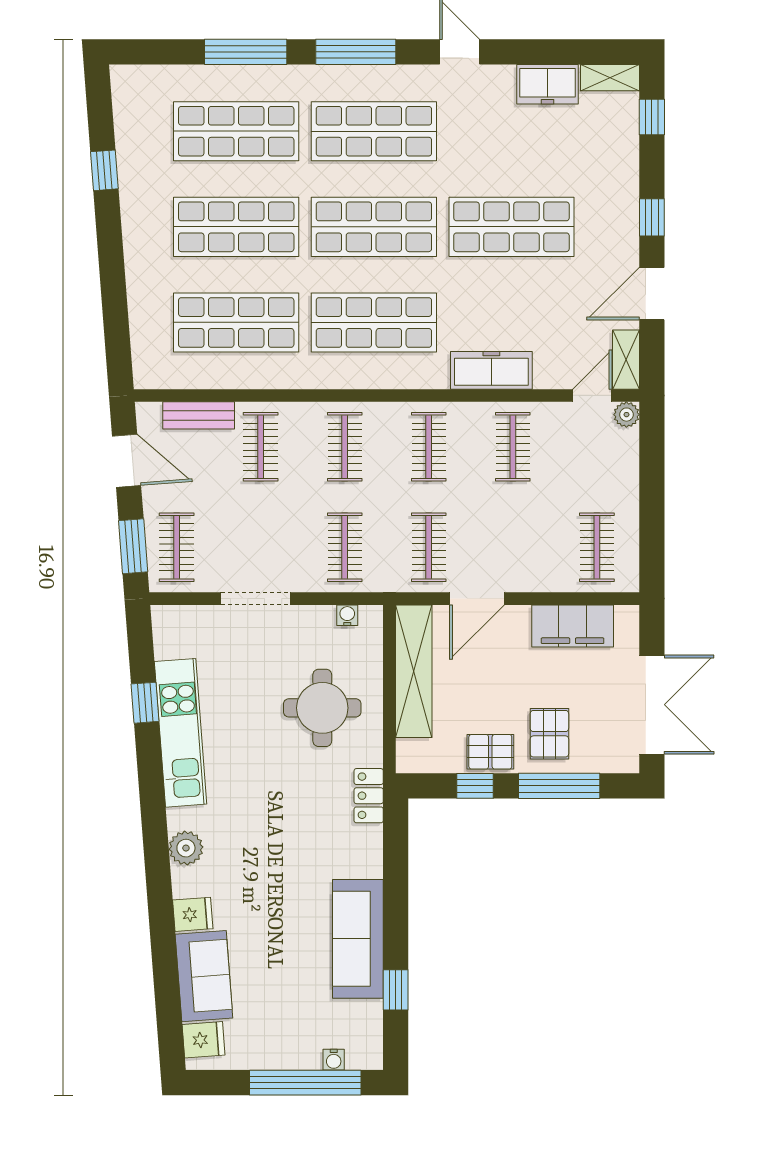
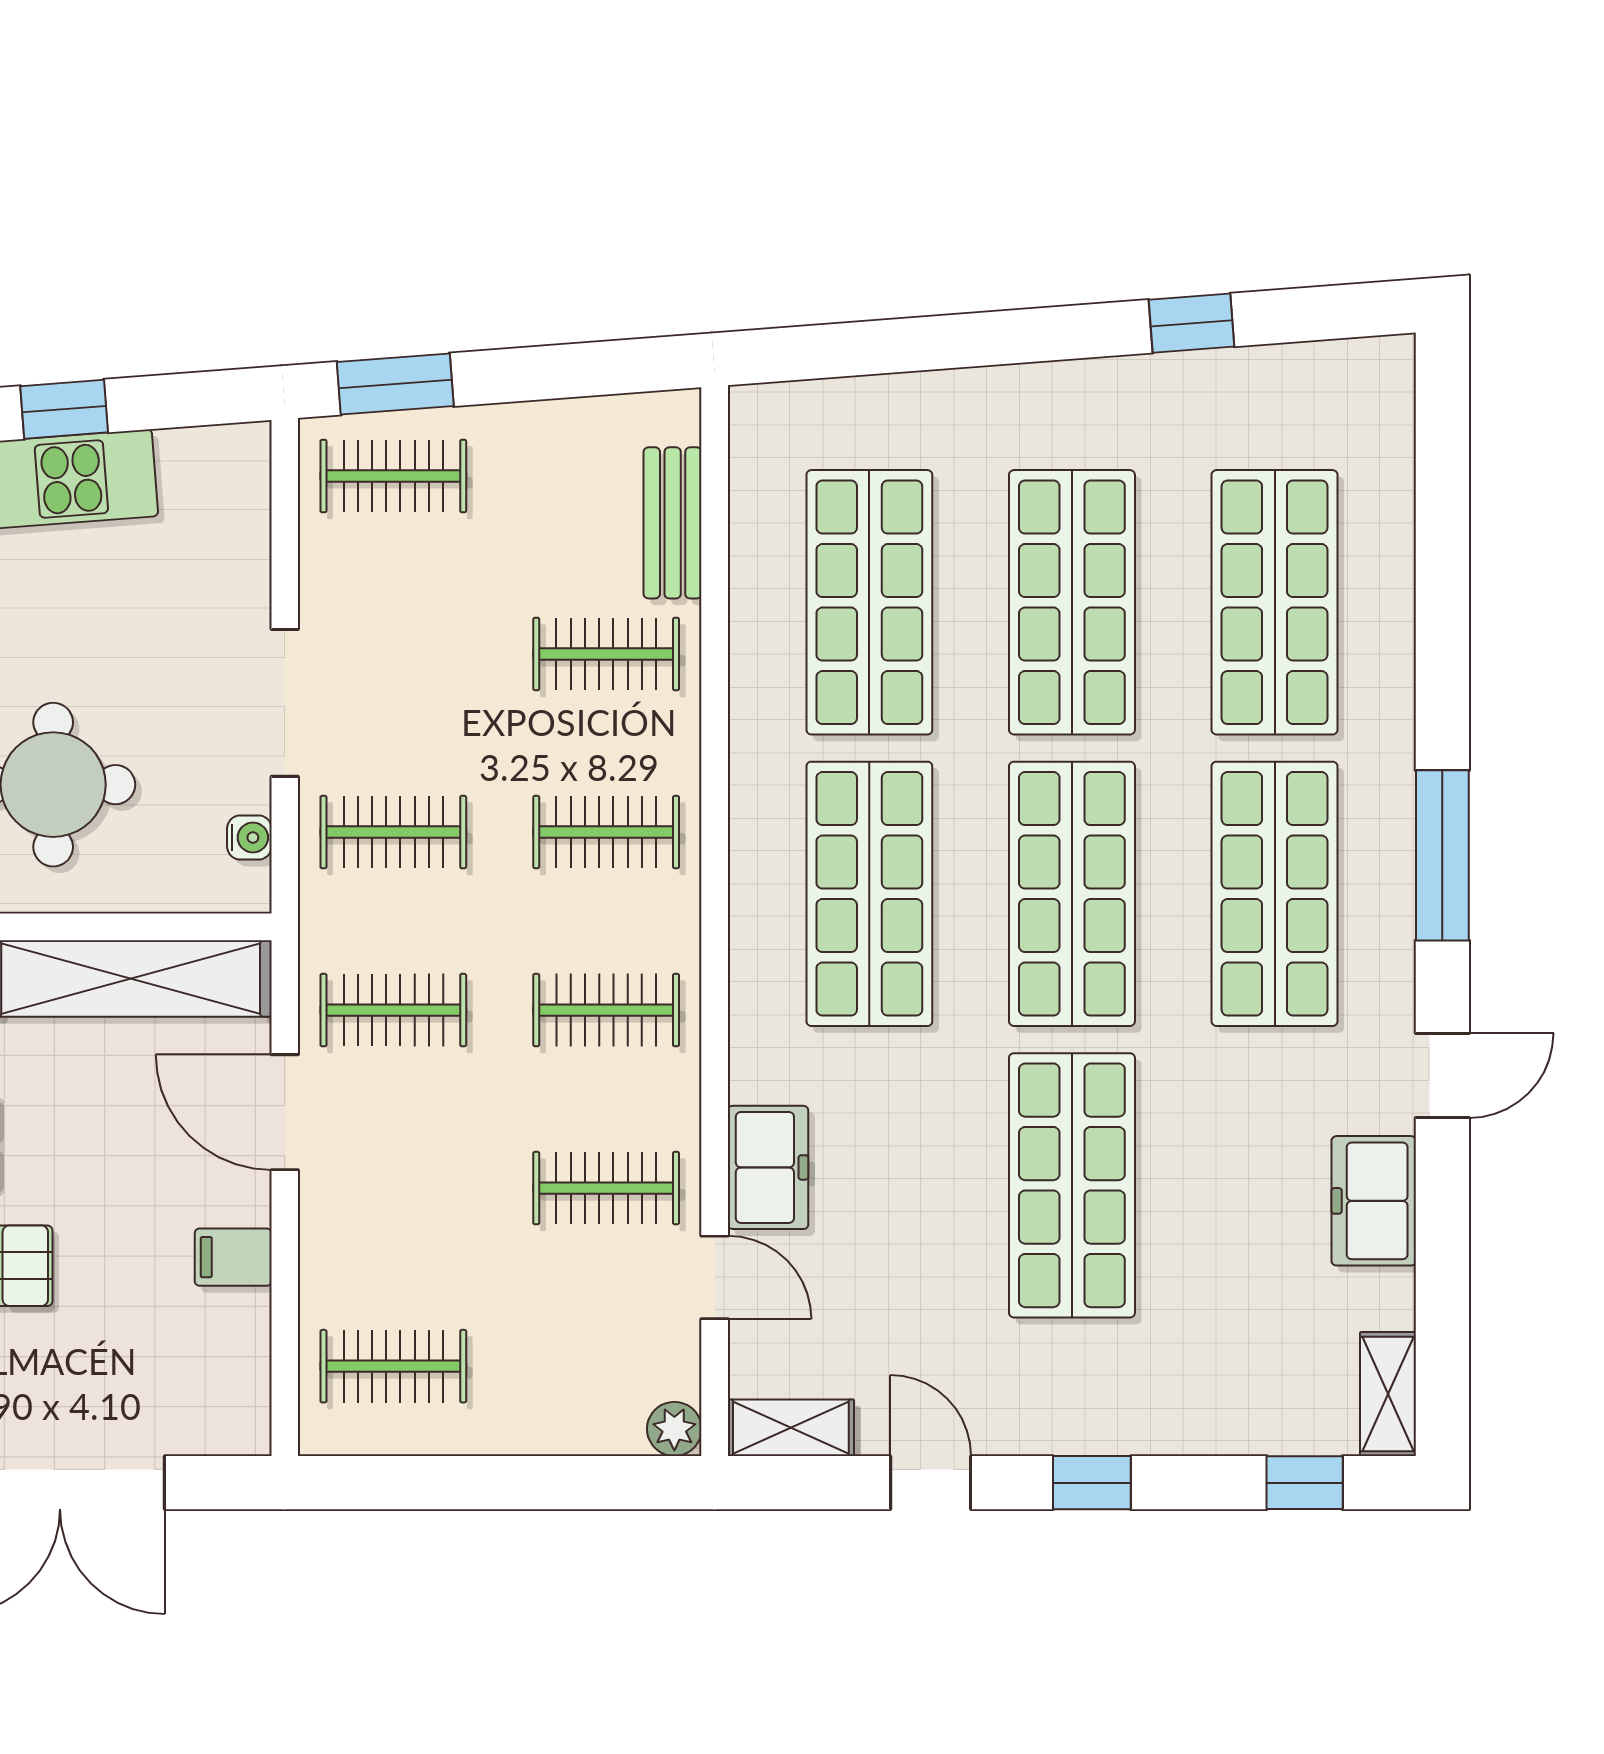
window: (246, 52) -> (1442, 622), removed
freezer: (548, 84) -> (1374, 1201), moved
door: (652, 294) -> (931, 1483), width x0.73
freezer: (491, 370) -> (768, 1167), width x0.71
door: (592, 395) -> (715, 1277), moved
door: (127, 461) -> (576, 370), removed
doorway: (255, 599) -> (285, 703), moved
filing cabinet: (573, 626) -> (233, 1257), width x0.33, depth x0.86

